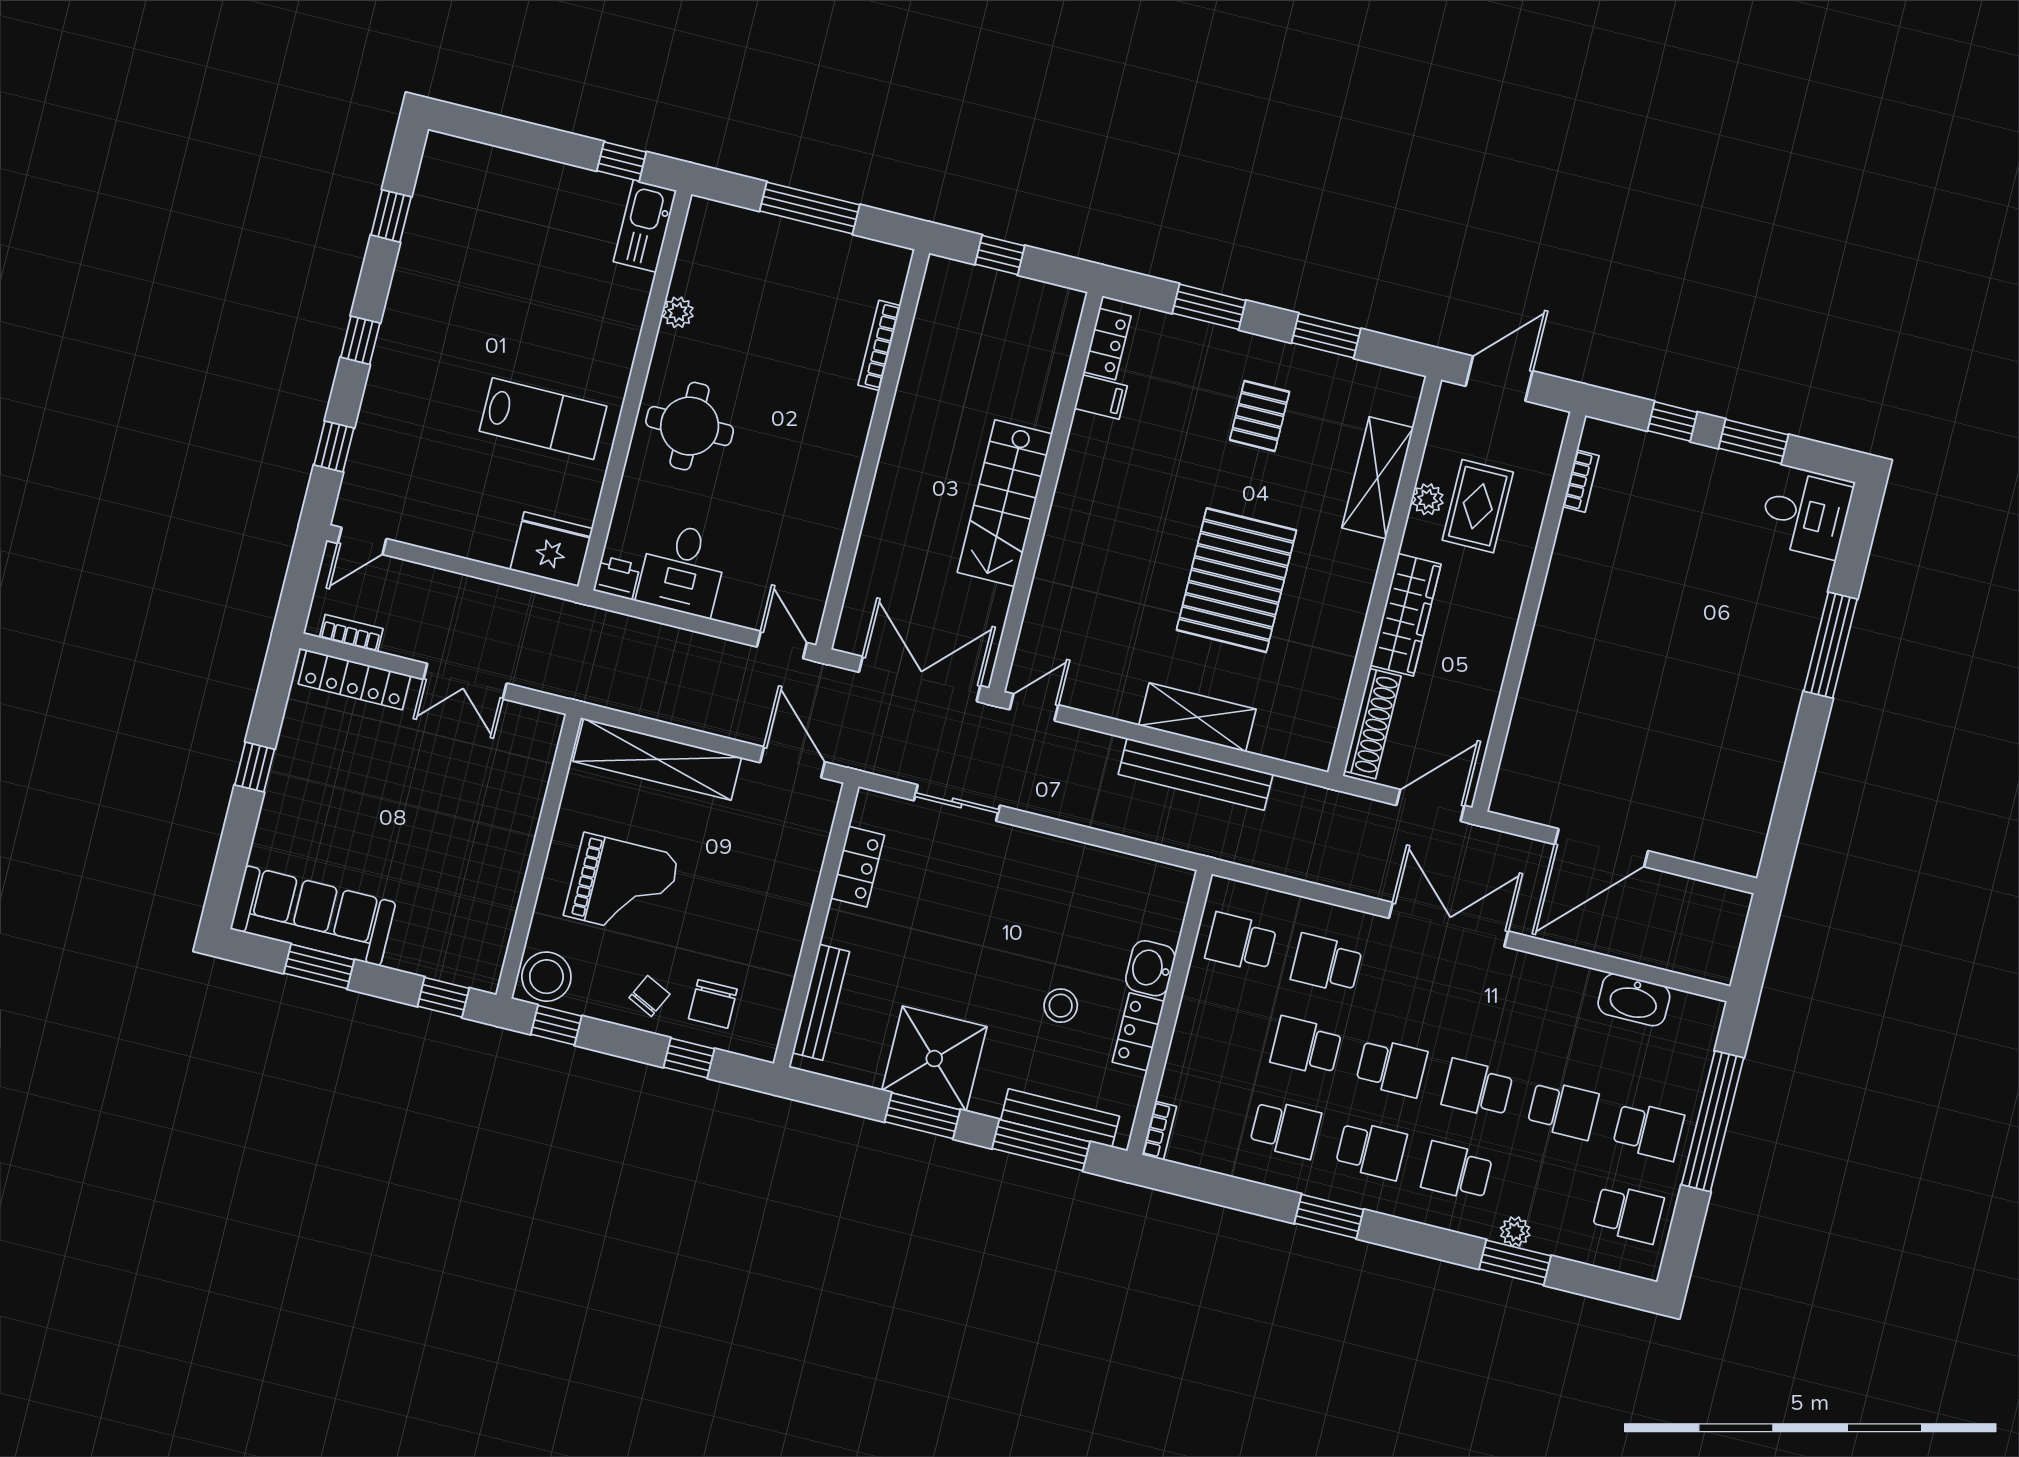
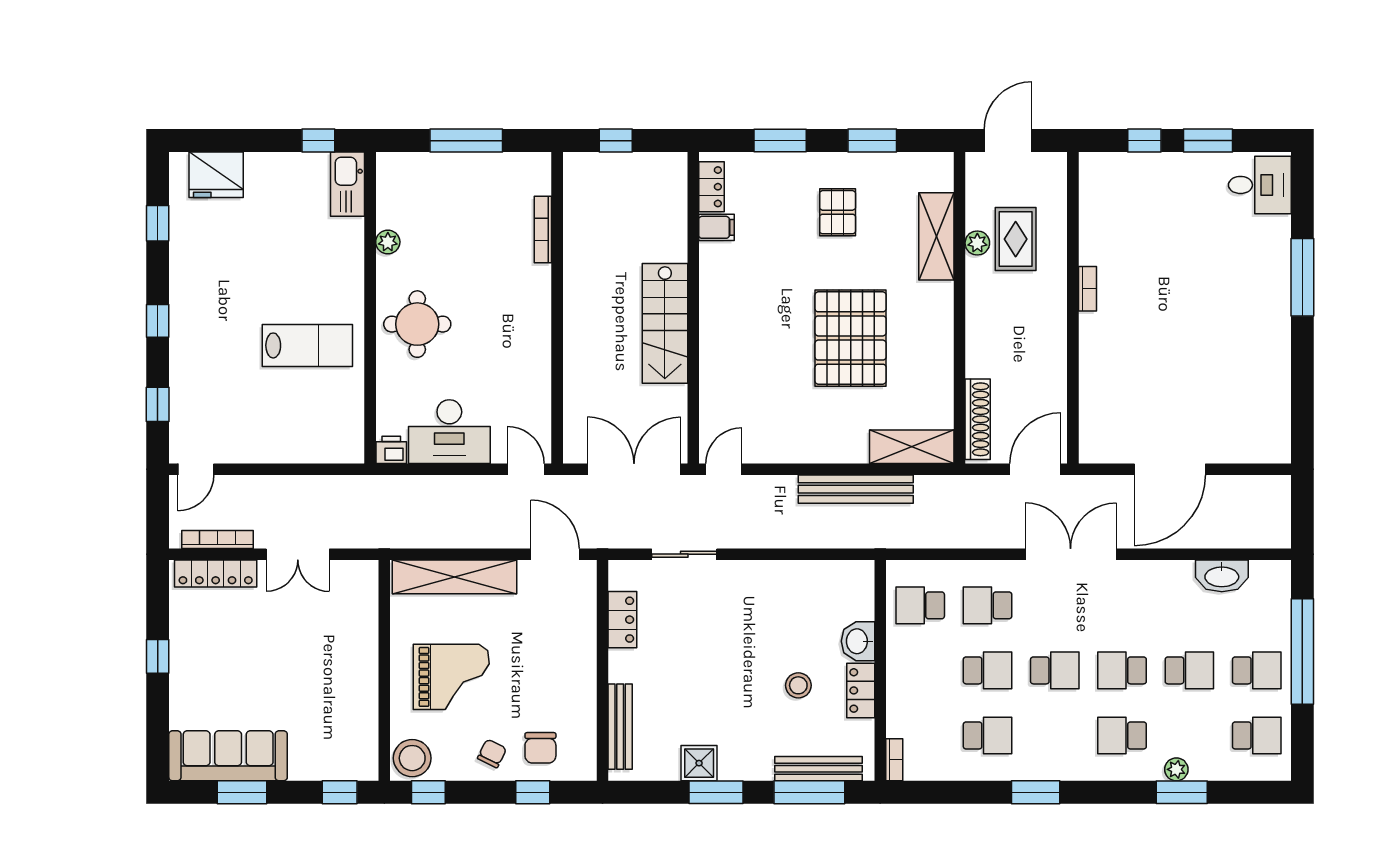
bookcase: (1581, 481) -> (1087, 289), moved
fridge: (551, 549) -> (216, 175), moved, turned 180
desk: (682, 569) -> (449, 432), width x1.37
wardrobe: (1406, 615) -> (982, 333), removed
bookcase: (351, 633) -> (217, 539), width x1.56
shelving: (1197, 717) -> (912, 447), moved
school desk: (1306, 1046) -> (987, 670), turned 180
shower: (934, 1059) -> (699, 763), width x0.54, depth x0.54
school desk: (1371, 1150) -> (1055, 735), removed

